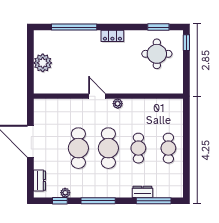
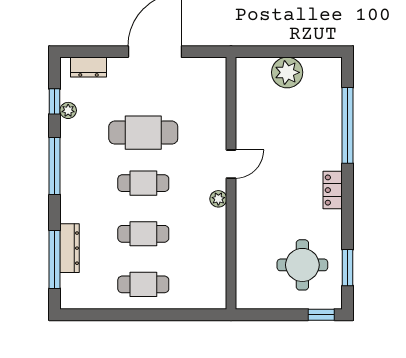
cafe table: (108, 148) -> (143, 183), width x0.73, depth x0.74
dresser: (142, 192) -> (69, 248), width x1.44

